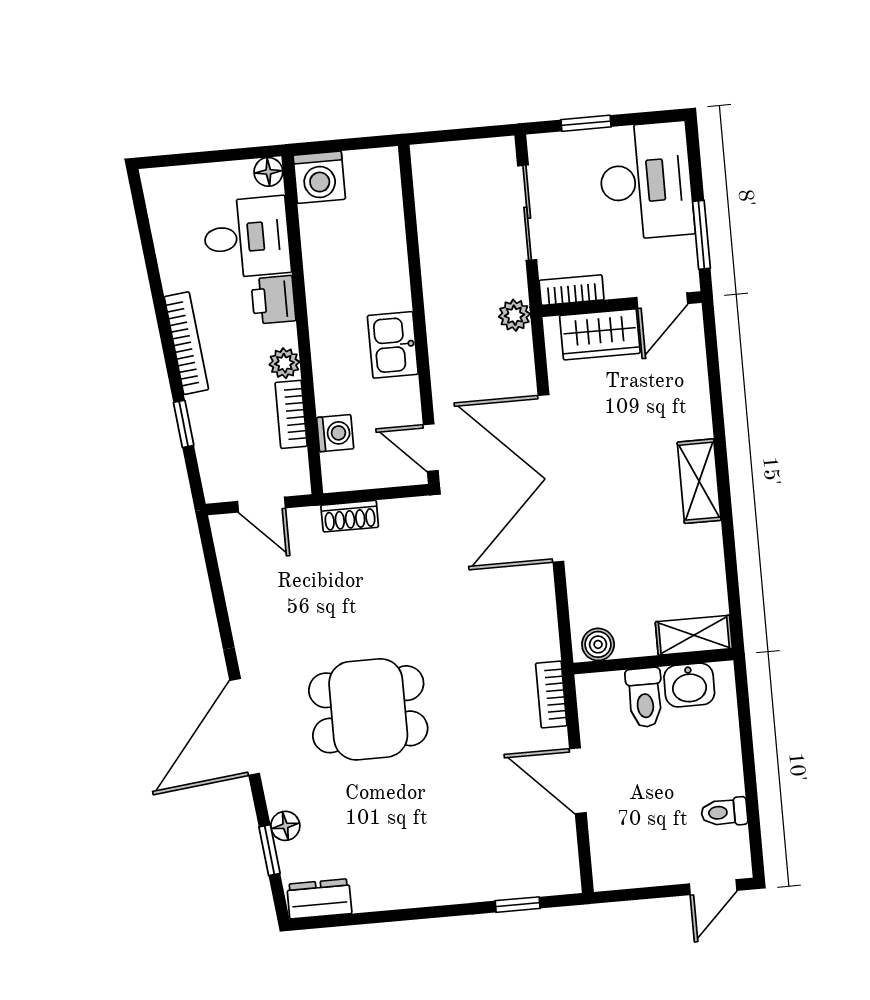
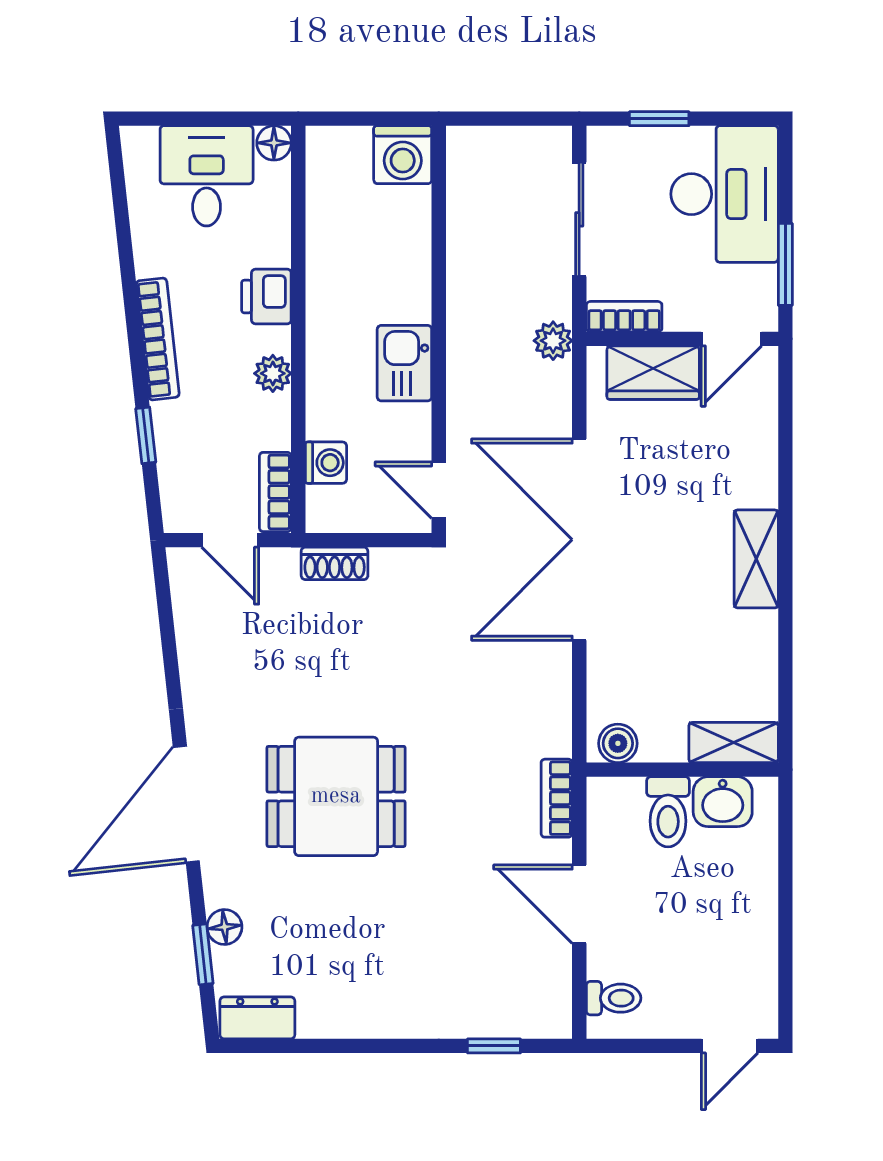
washing machine: (319, 177) -> (403, 155), moved
desk: (247, 237) -> (207, 176), moved, turned -90
bookcase: (291, 414) -> (275, 492), moved
toilet: (724, 812) -> (614, 998), moved, turned 180

